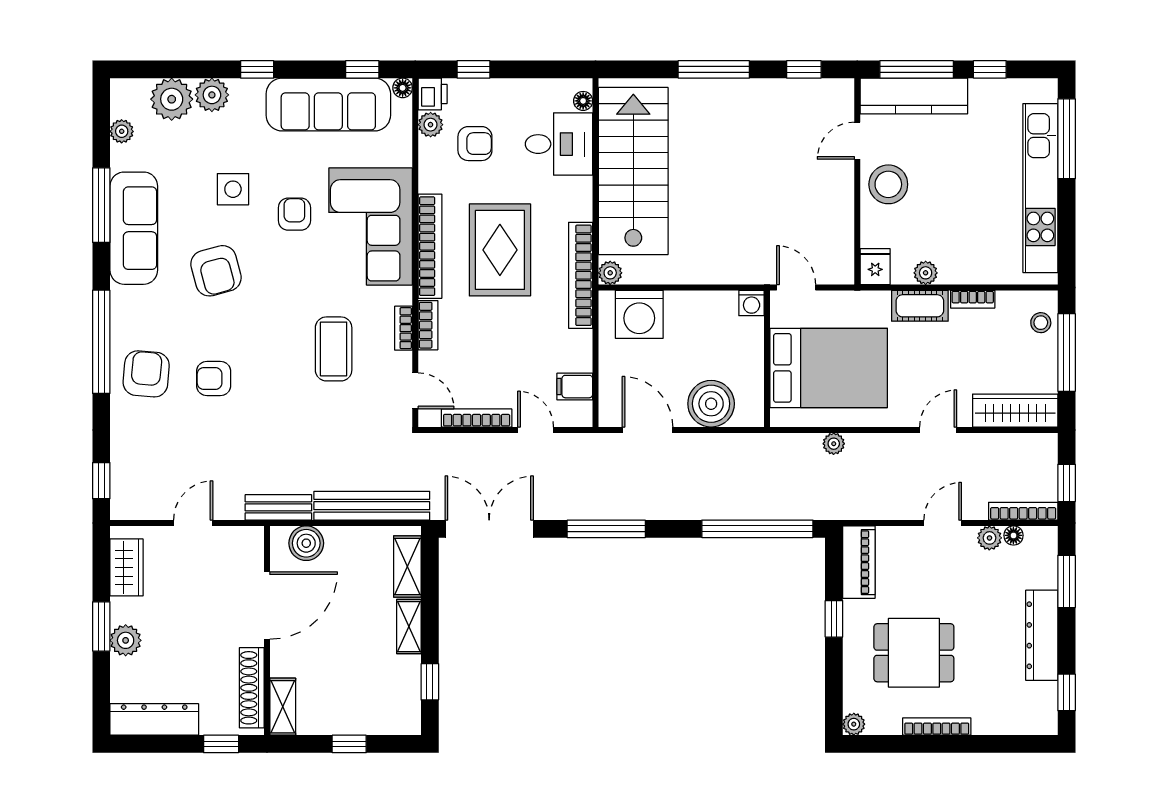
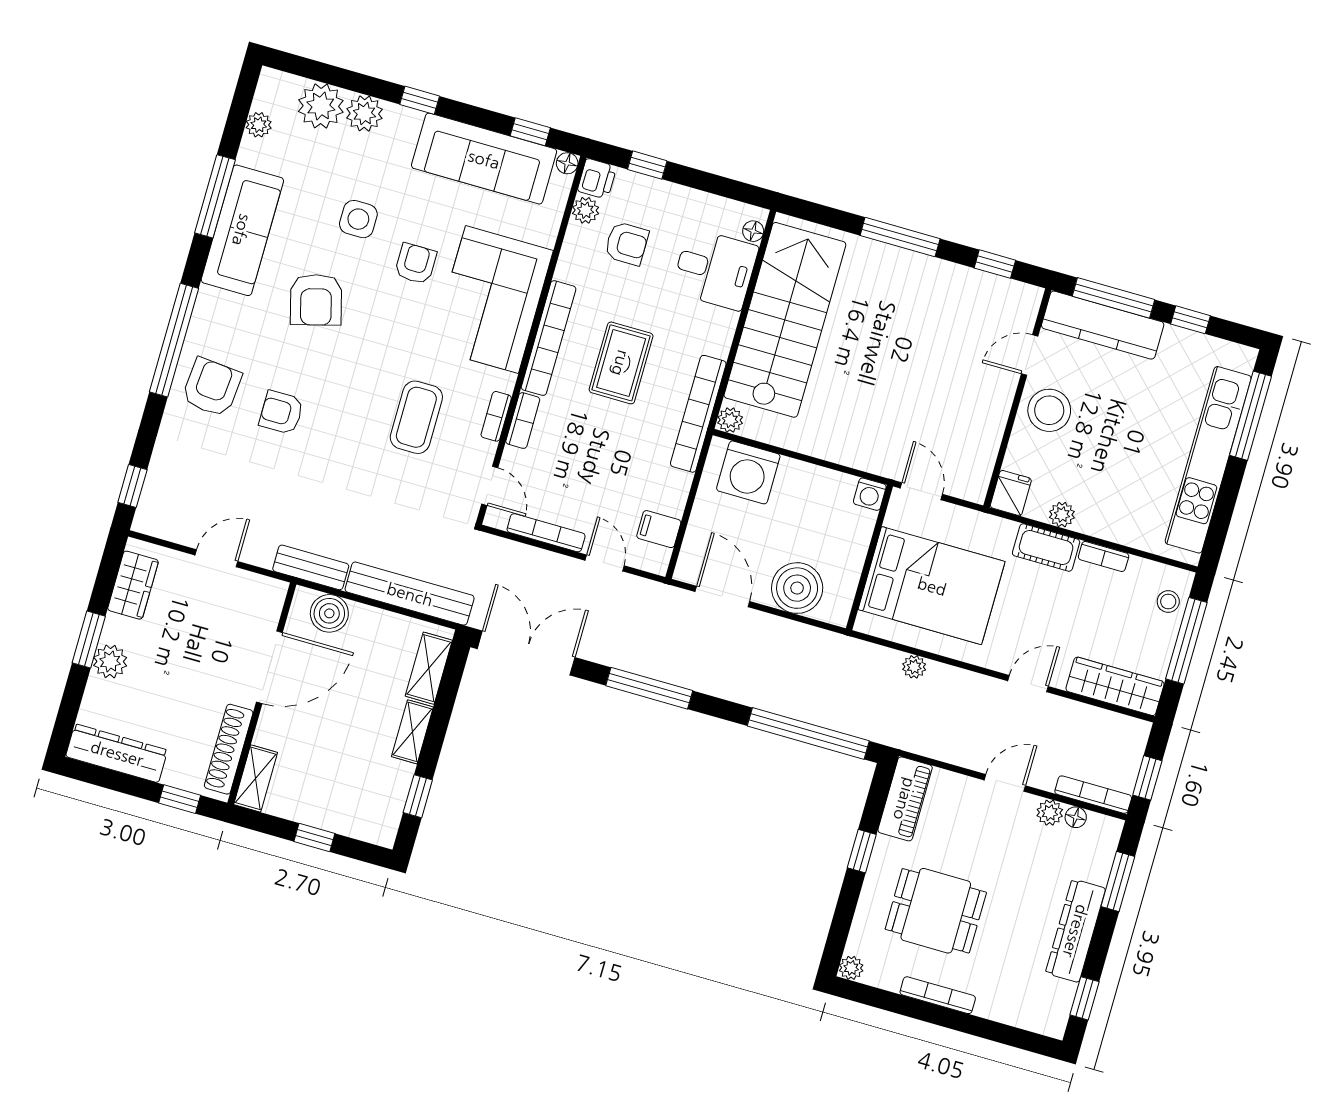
rug: (500, 250) -> (621, 363), width x0.73, depth x0.70

